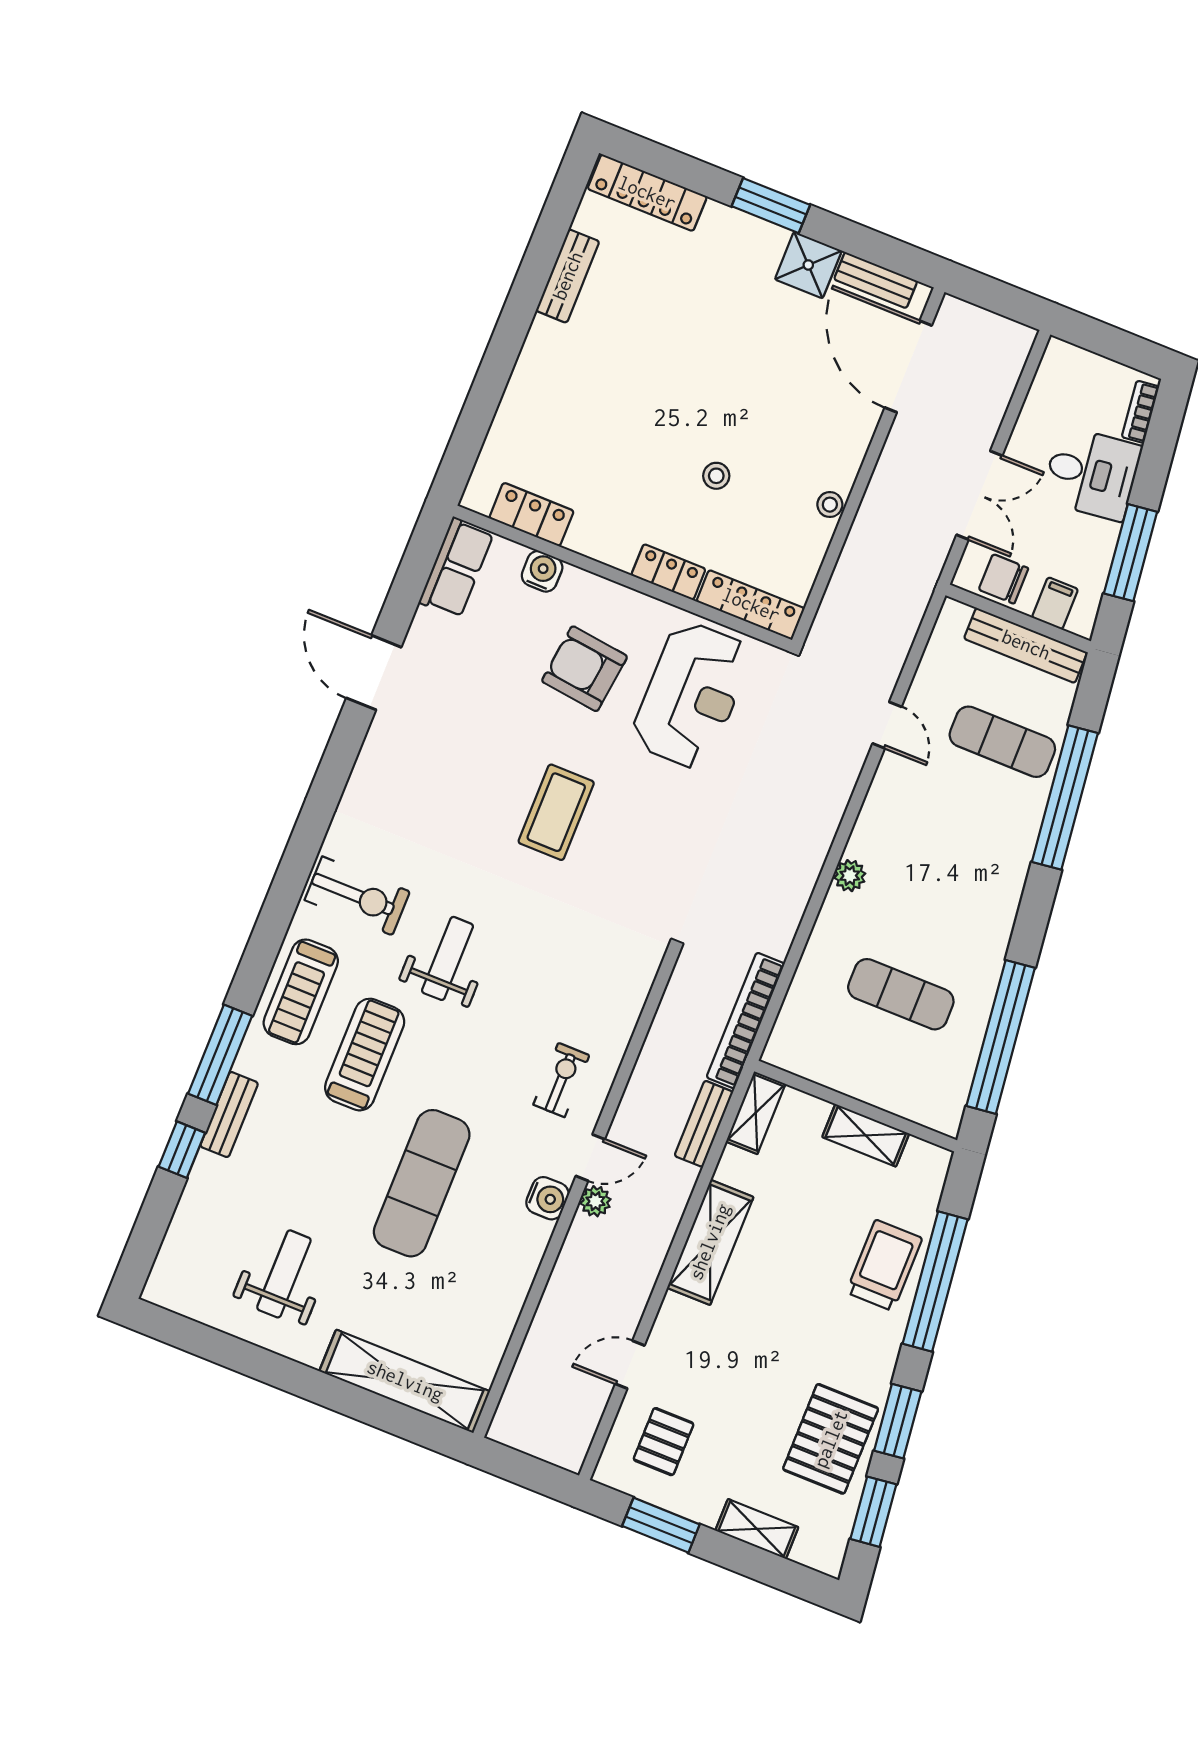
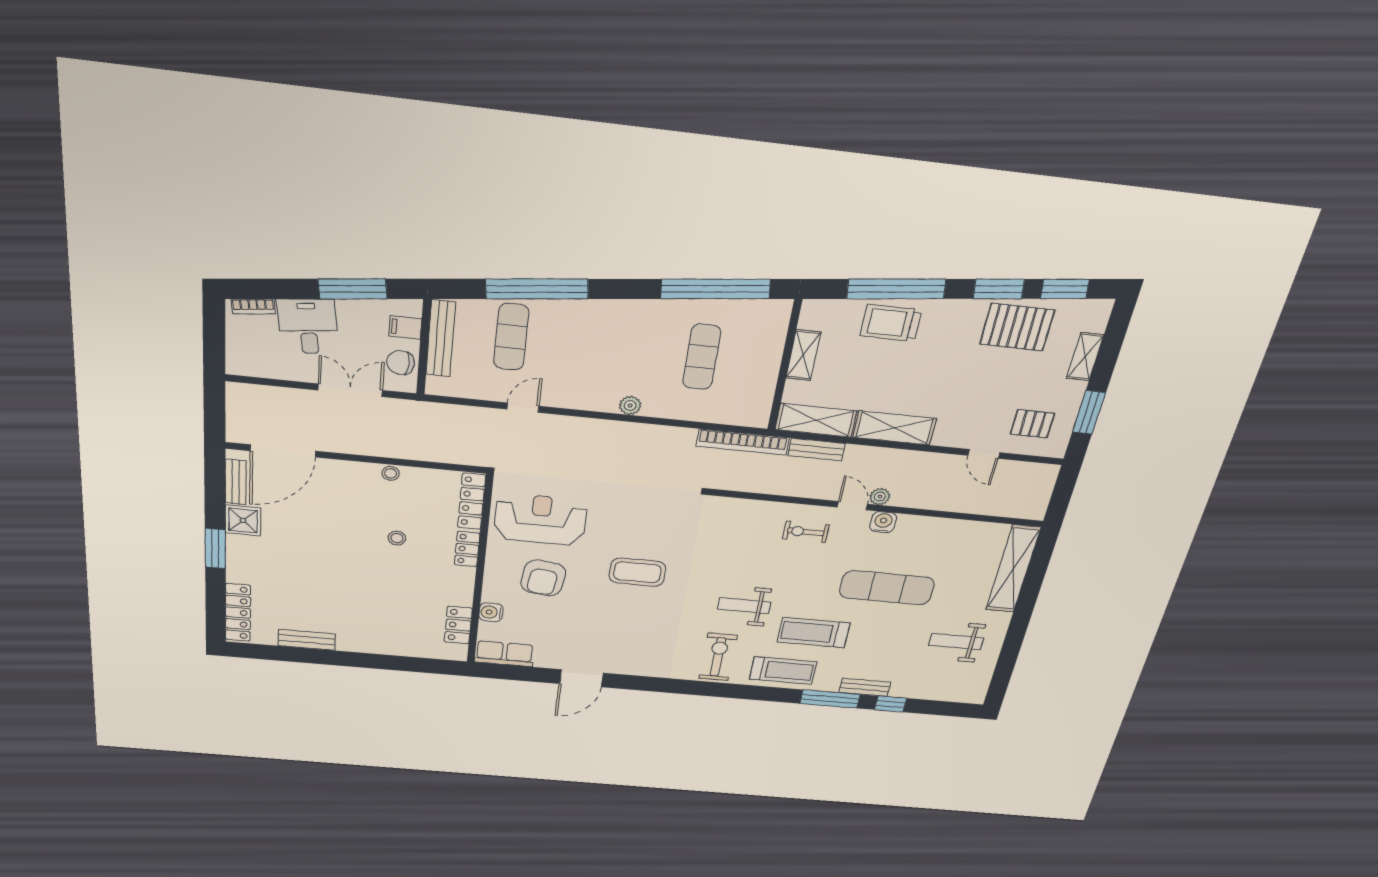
chair: (1003, 579) -> (401, 363), turned 93
shelving: (756, 1113) -> (816, 420), width x1.50, depth x1.33

